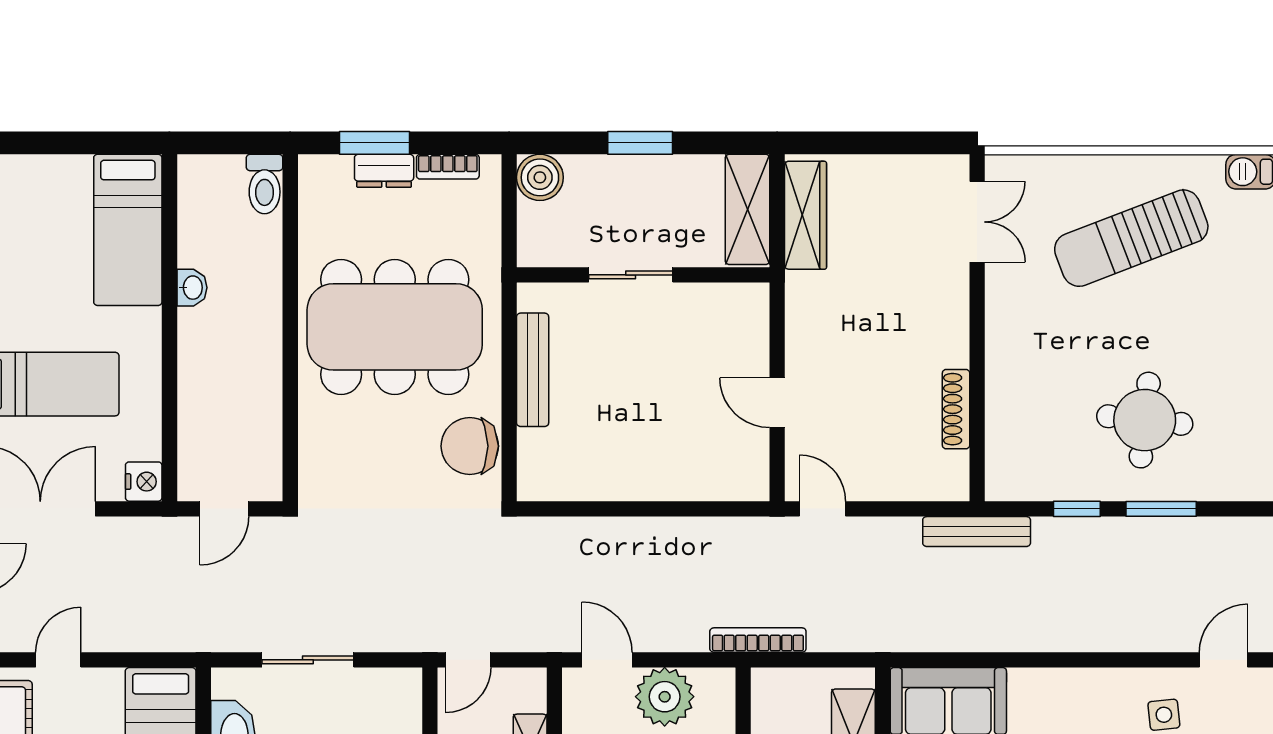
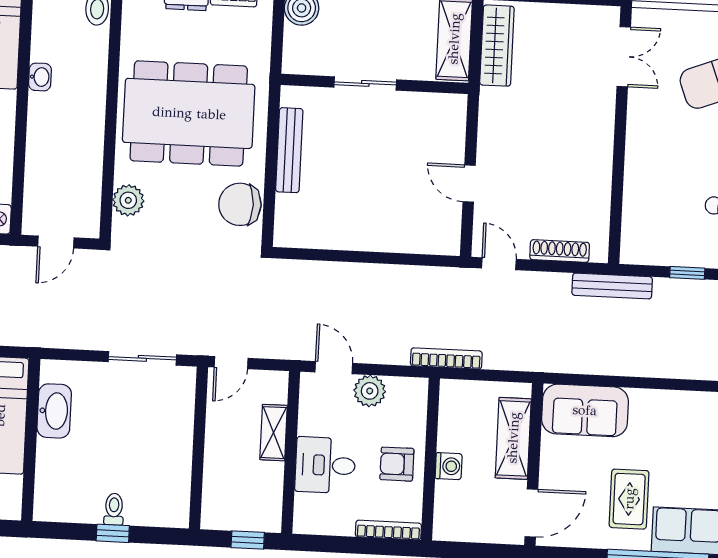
shoe rack: (956, 409) -> (560, 251), moved, turned 90
plant: (319, 448) -> (128, 200), added
sliding door: (308, 660) -> (142, 358), moved
plant: (665, 697) -> (370, 391), width x0.73, depth x0.73

